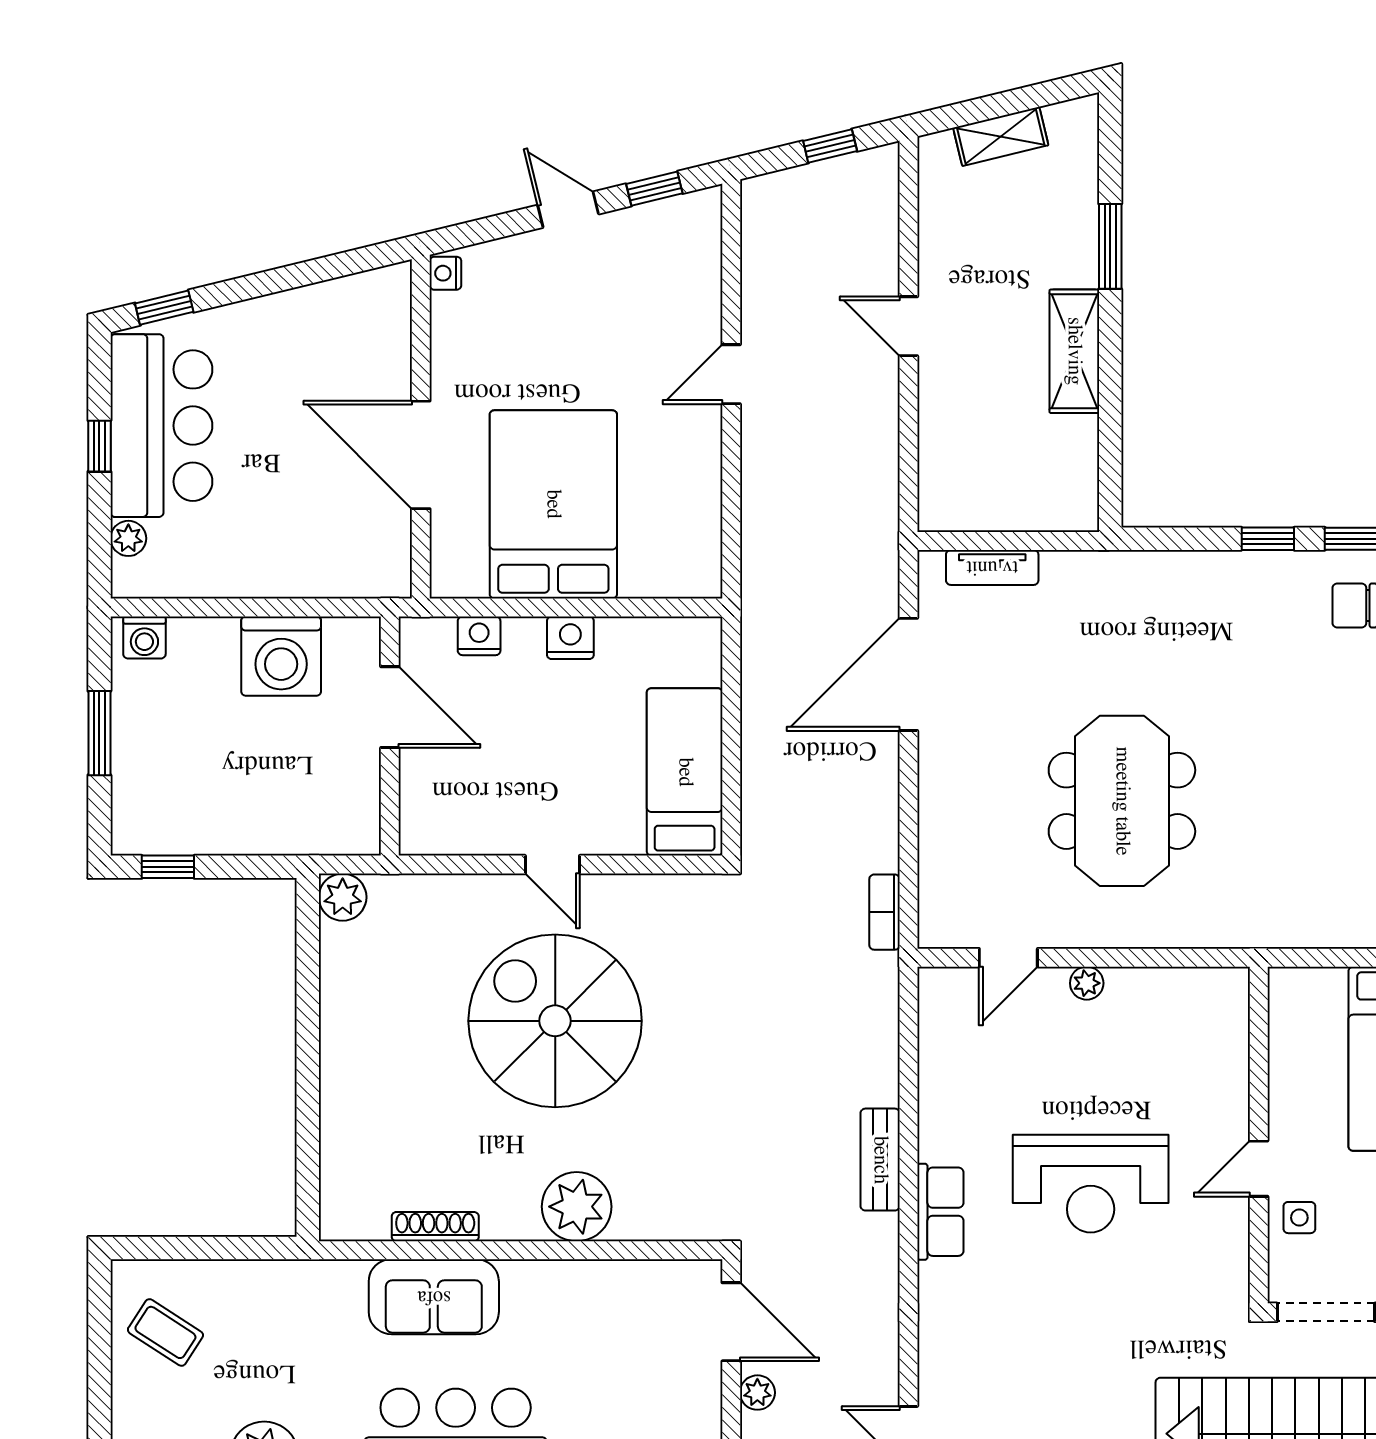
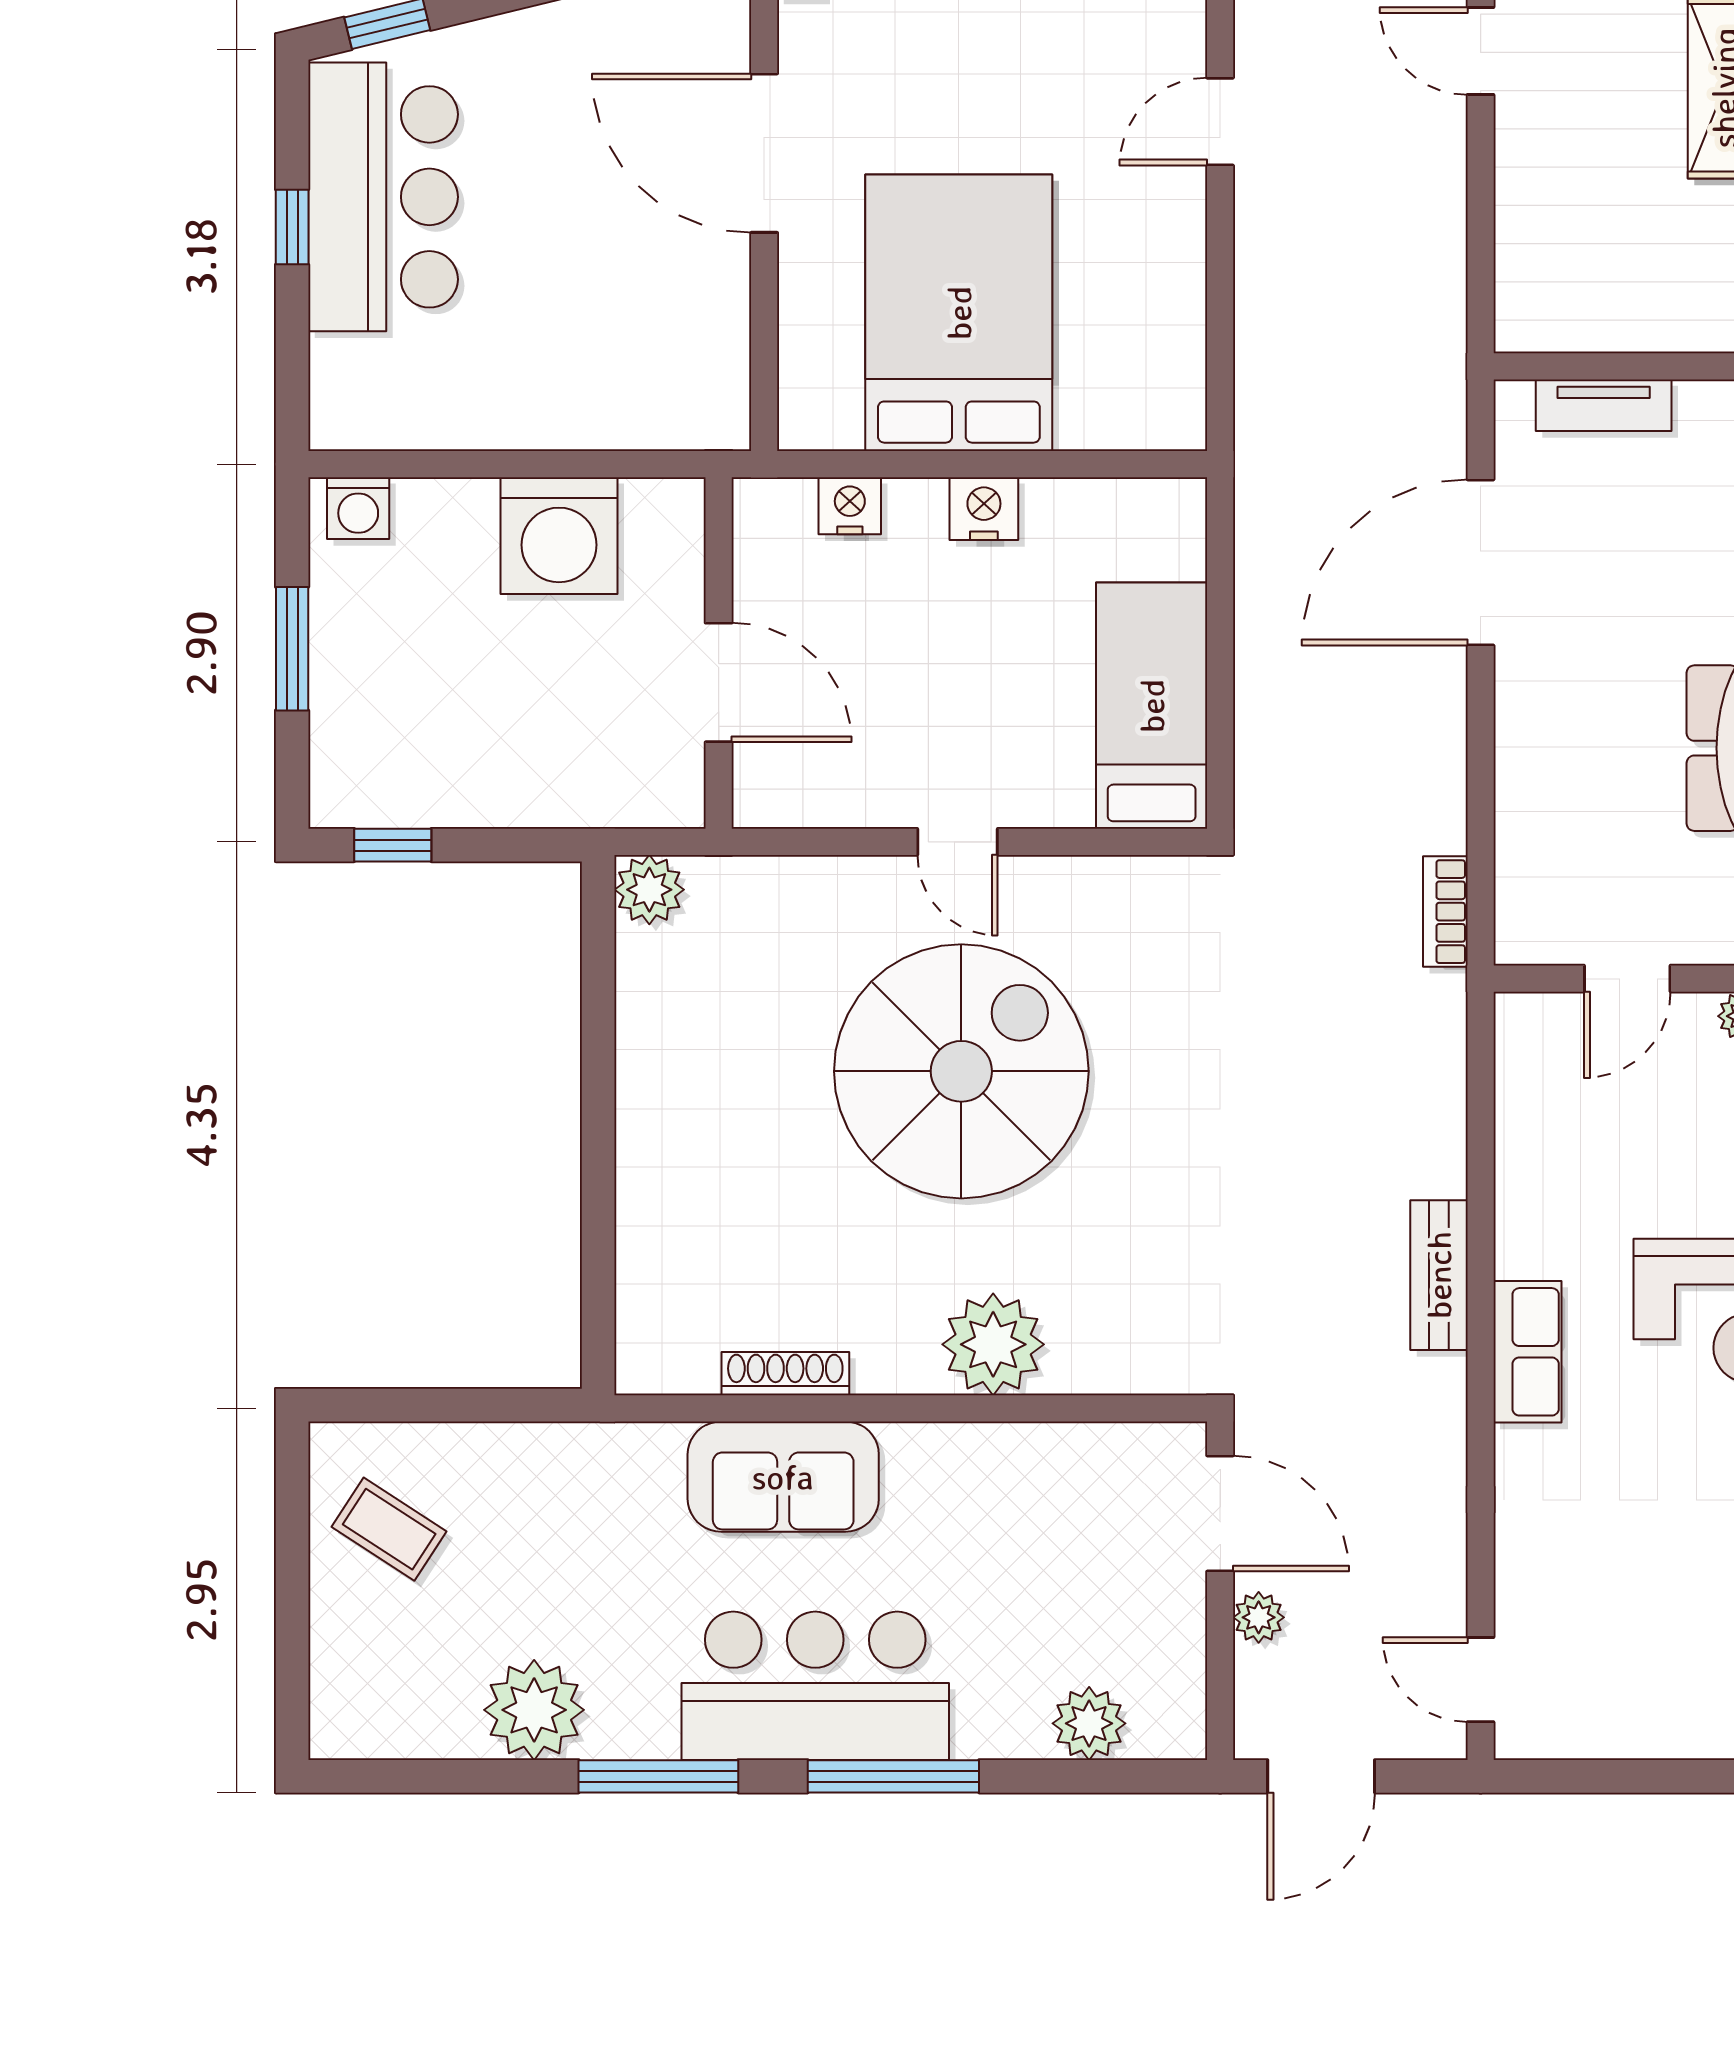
door: (421, 455) -> (764, 153), moved
plant: (128, 538) -> (334, 363), removed
door: (390, 707) -> (719, 682), moved
spiral stairs: (555, 1021) -> (961, 1071), turned 90

